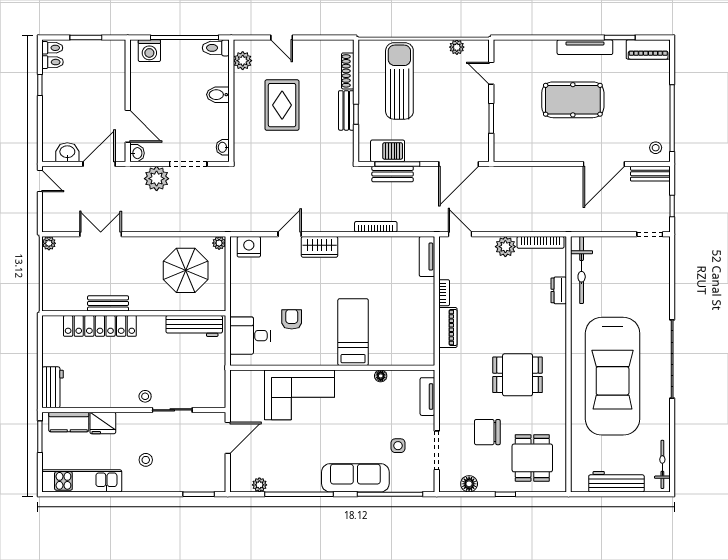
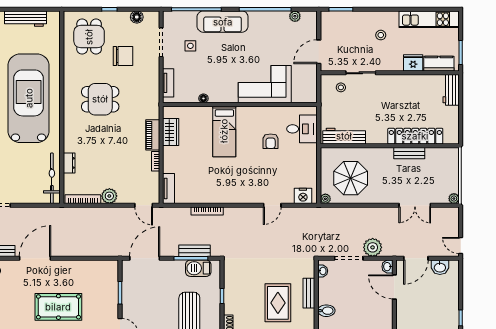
bench: (346, 110) -> (309, 293), moved
wardrobe: (320, 247) -> (171, 132), moved, turned 90
stool: (145, 396) -> (341, 87), moved

